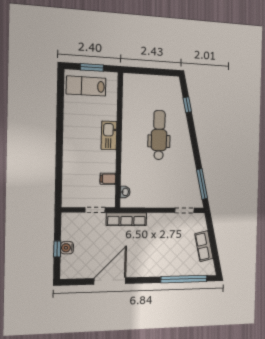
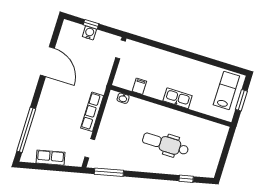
dental chair: (159, 135) -> (165, 144), turned 180
doorway: (95, 210) -> (121, 49), moved
row of seats: (127, 219) -> (92, 112), moved

